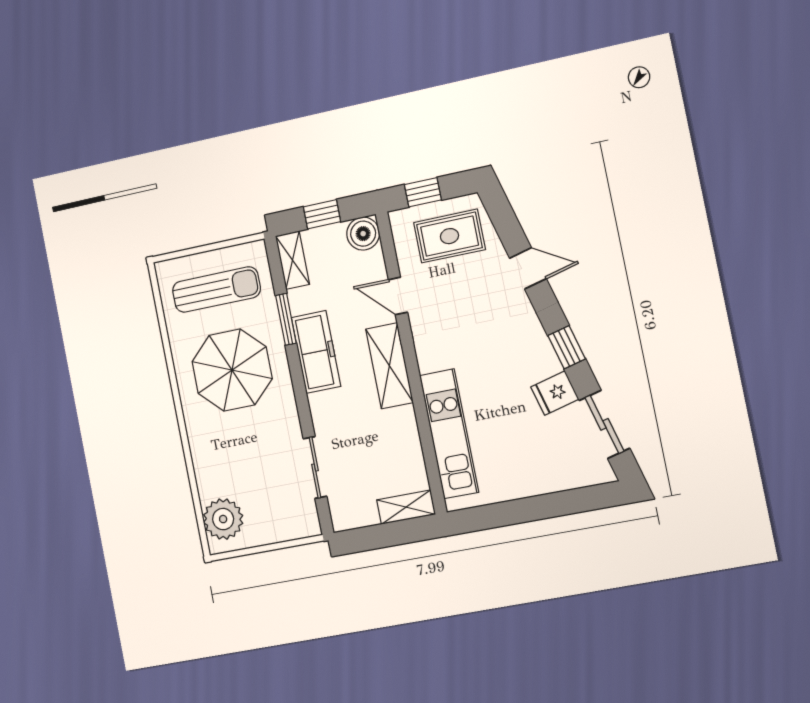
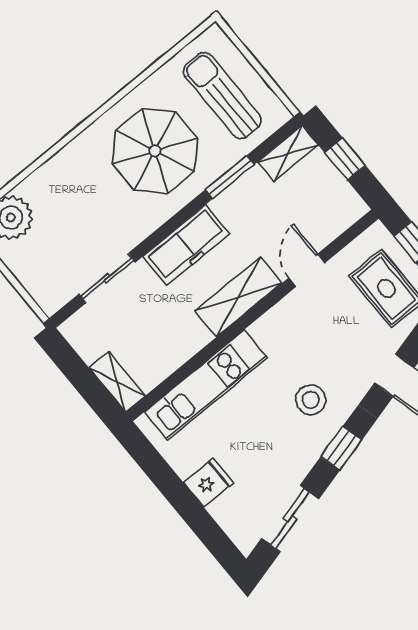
boiler: (363, 234) -> (347, 207), removed
sun lounger: (216, 290) -> (222, 96), turned 180
stool: (510, 351) -> (311, 400), added
freezer: (316, 352) -> (186, 245), moved
fridge: (555, 393) -> (208, 483), moved, turned 104

